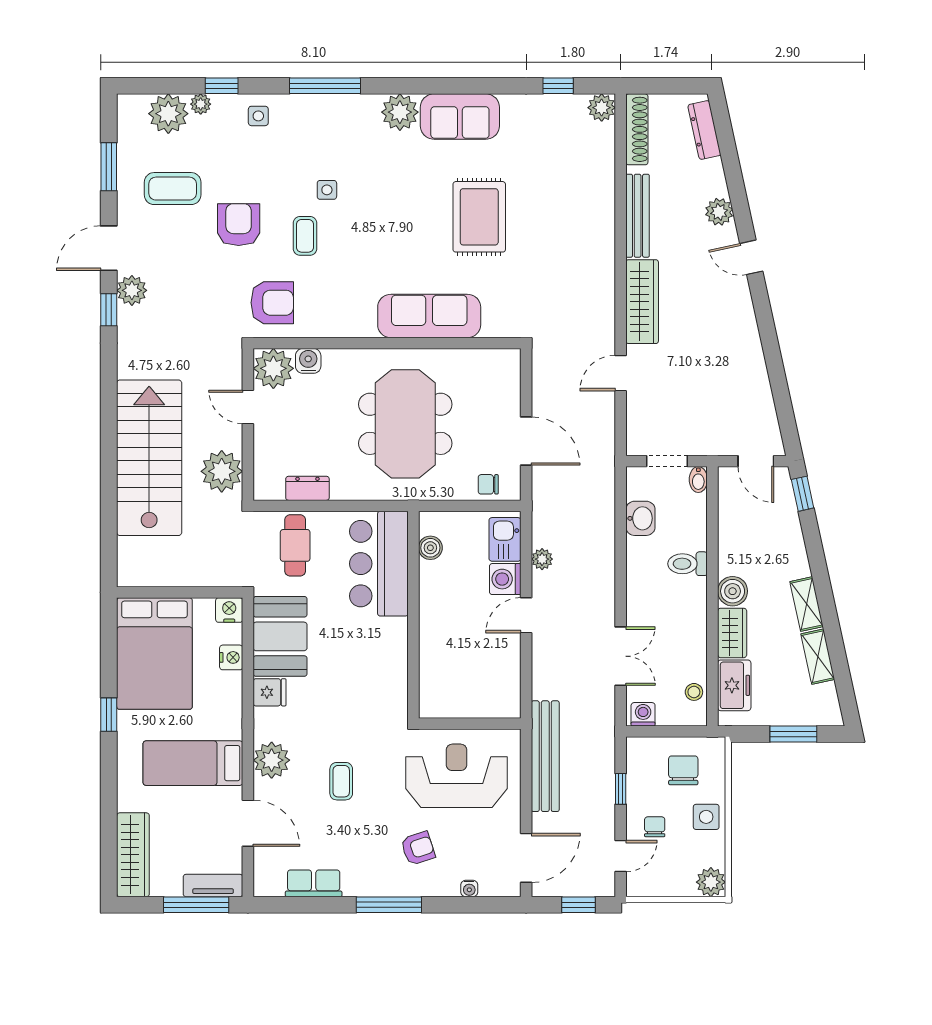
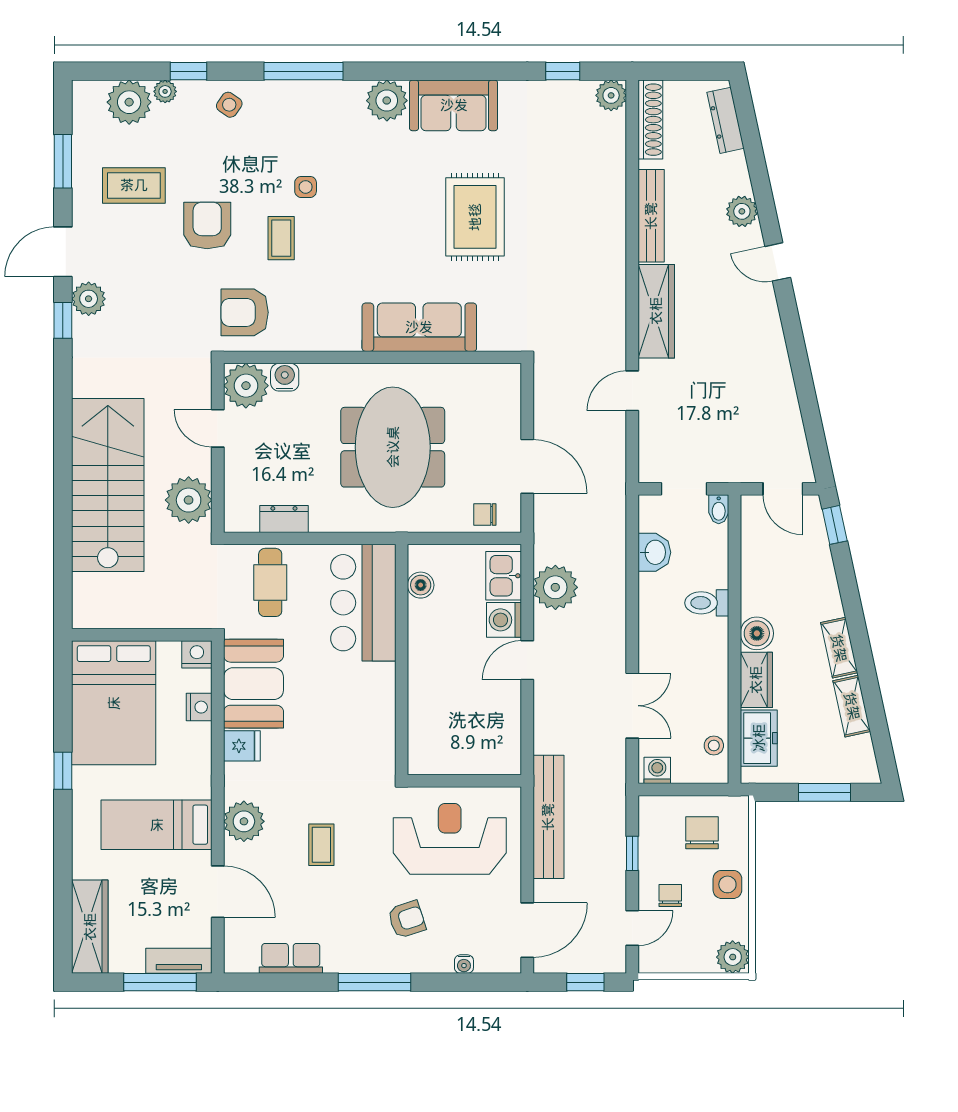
side table: (258, 116) -> (229, 105), turned 35
armchair: (272, 303) -> (245, 312), turned 180
plant: (542, 559) -> (555, 587), width x1.88, depth x1.88

